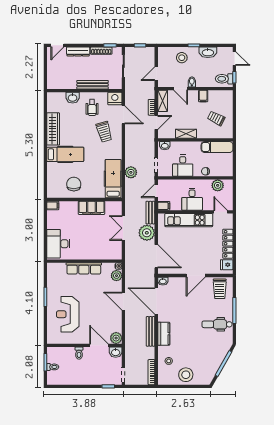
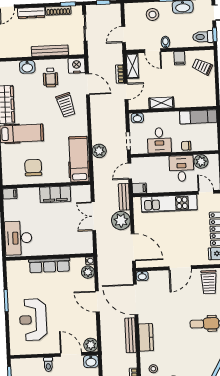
trolley: (216, 118) -> (202, 67), moved
desk: (192, 199) -> (182, 168), moved, turned 180

